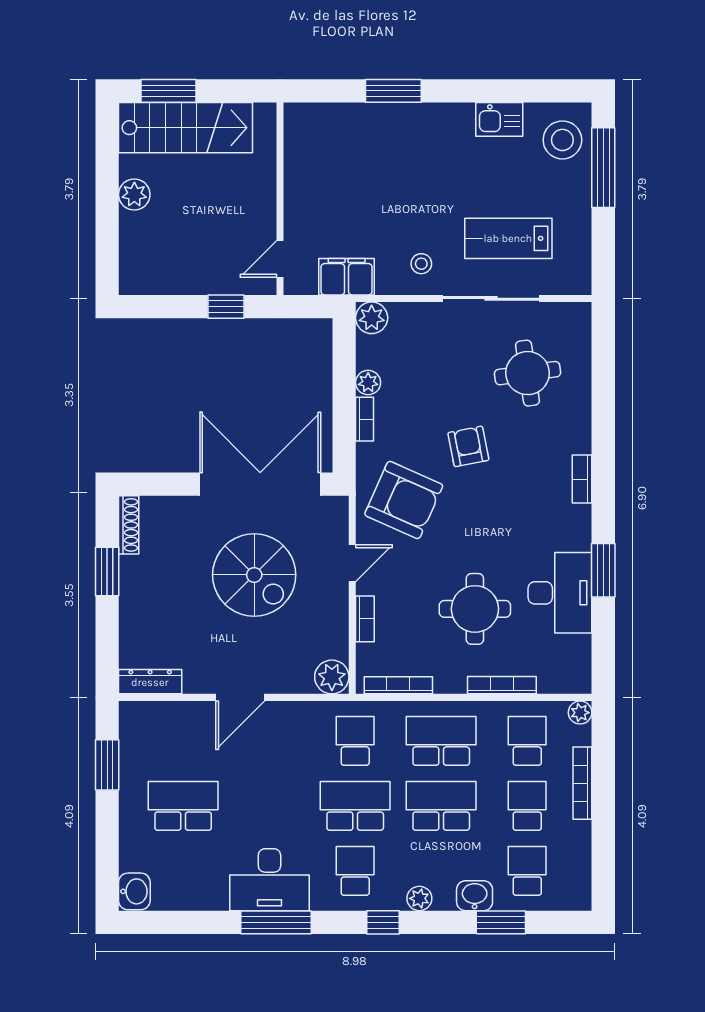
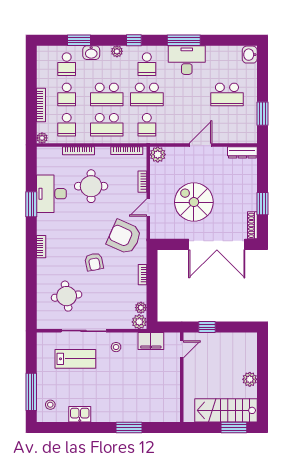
stool: (562, 140) -> (50, 405), width x0.53, depth x0.53
plant: (368, 383) -> (141, 308), moved
double door: (260, 484) -> (217, 244), moved

